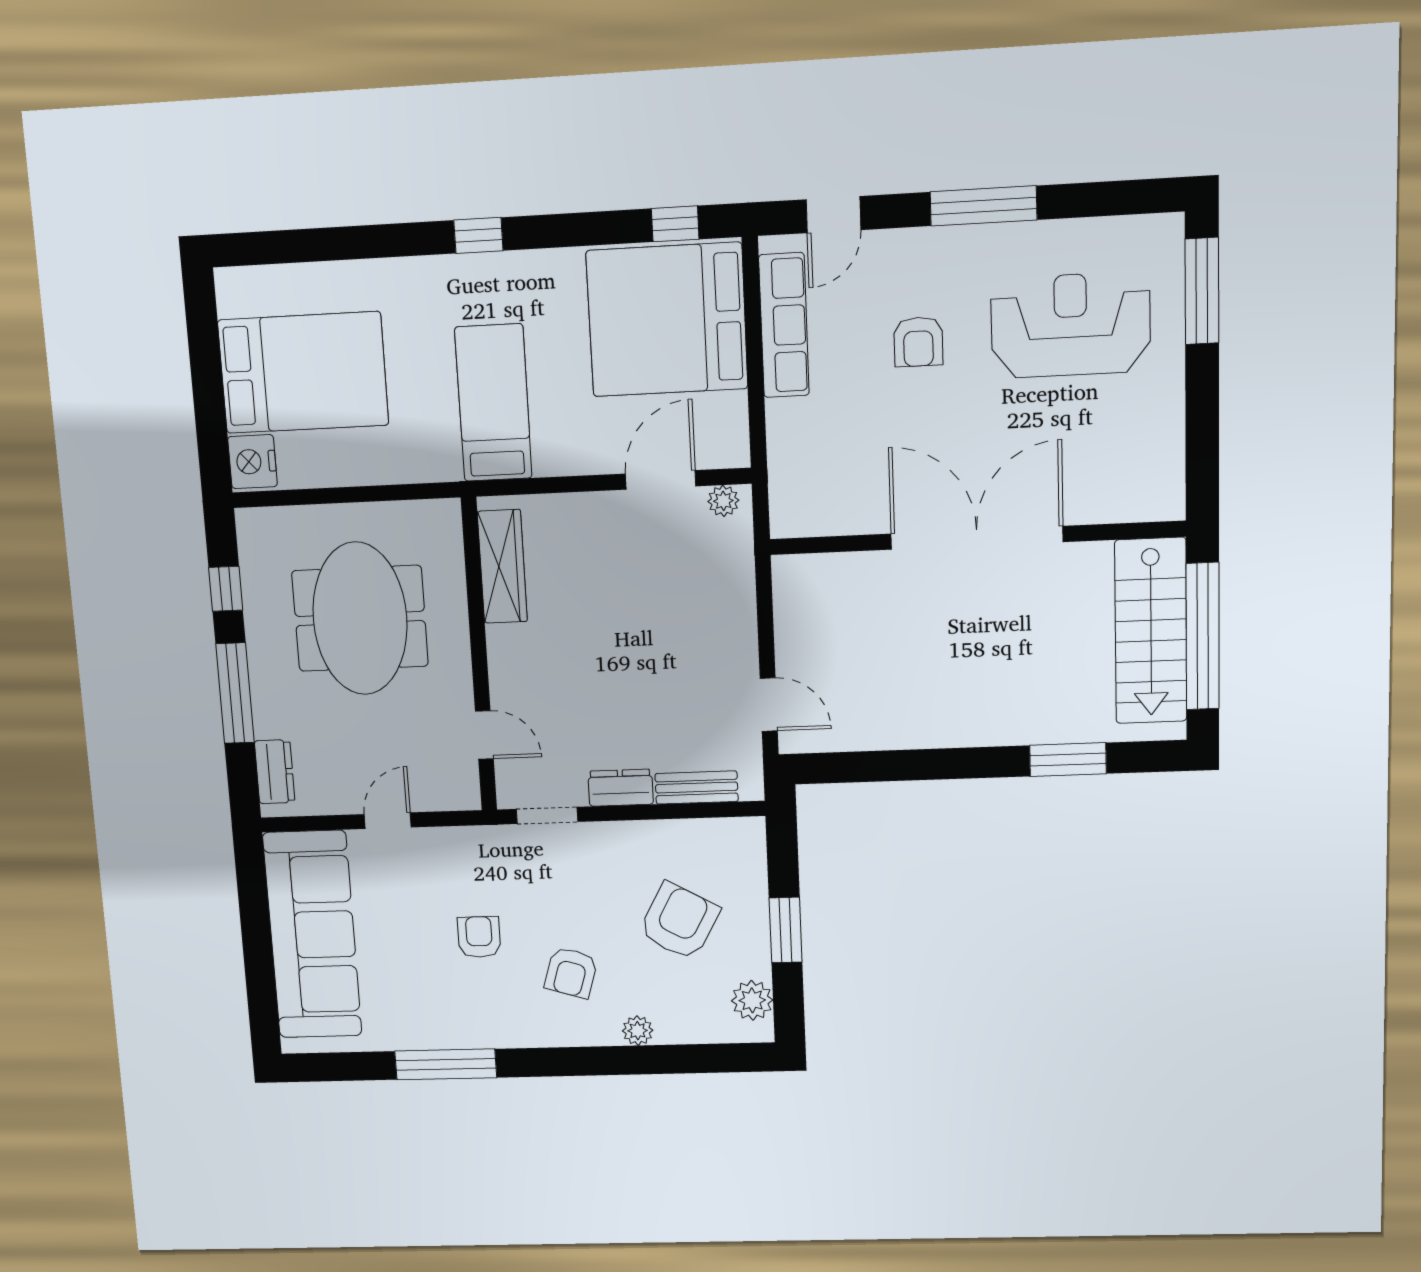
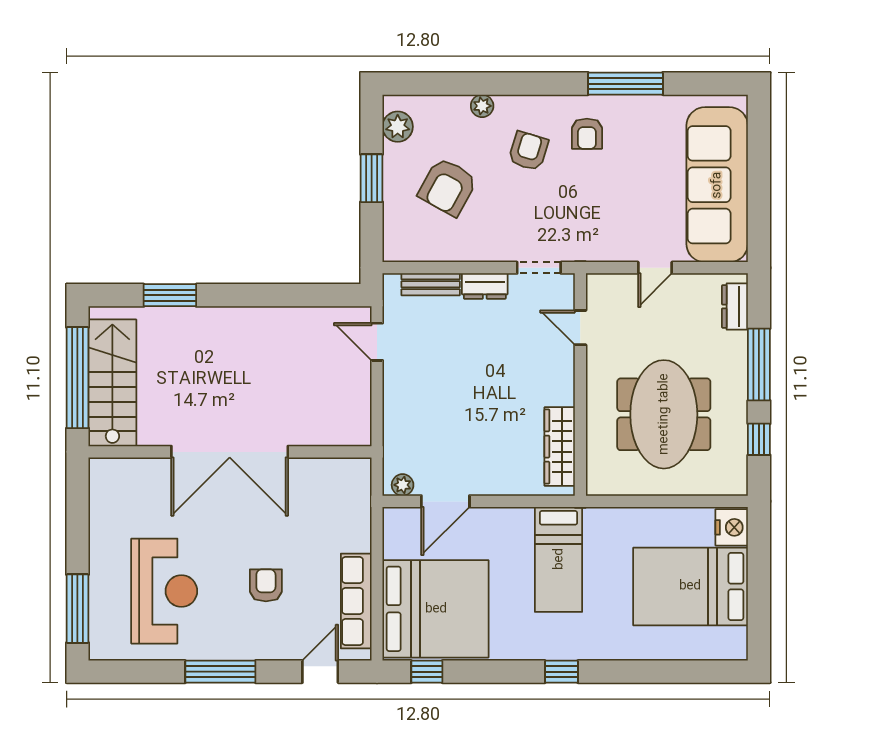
reception desk: (1070, 325) -> (164, 591), turned -90
armchair: (479, 937) -> (587, 134), moved

